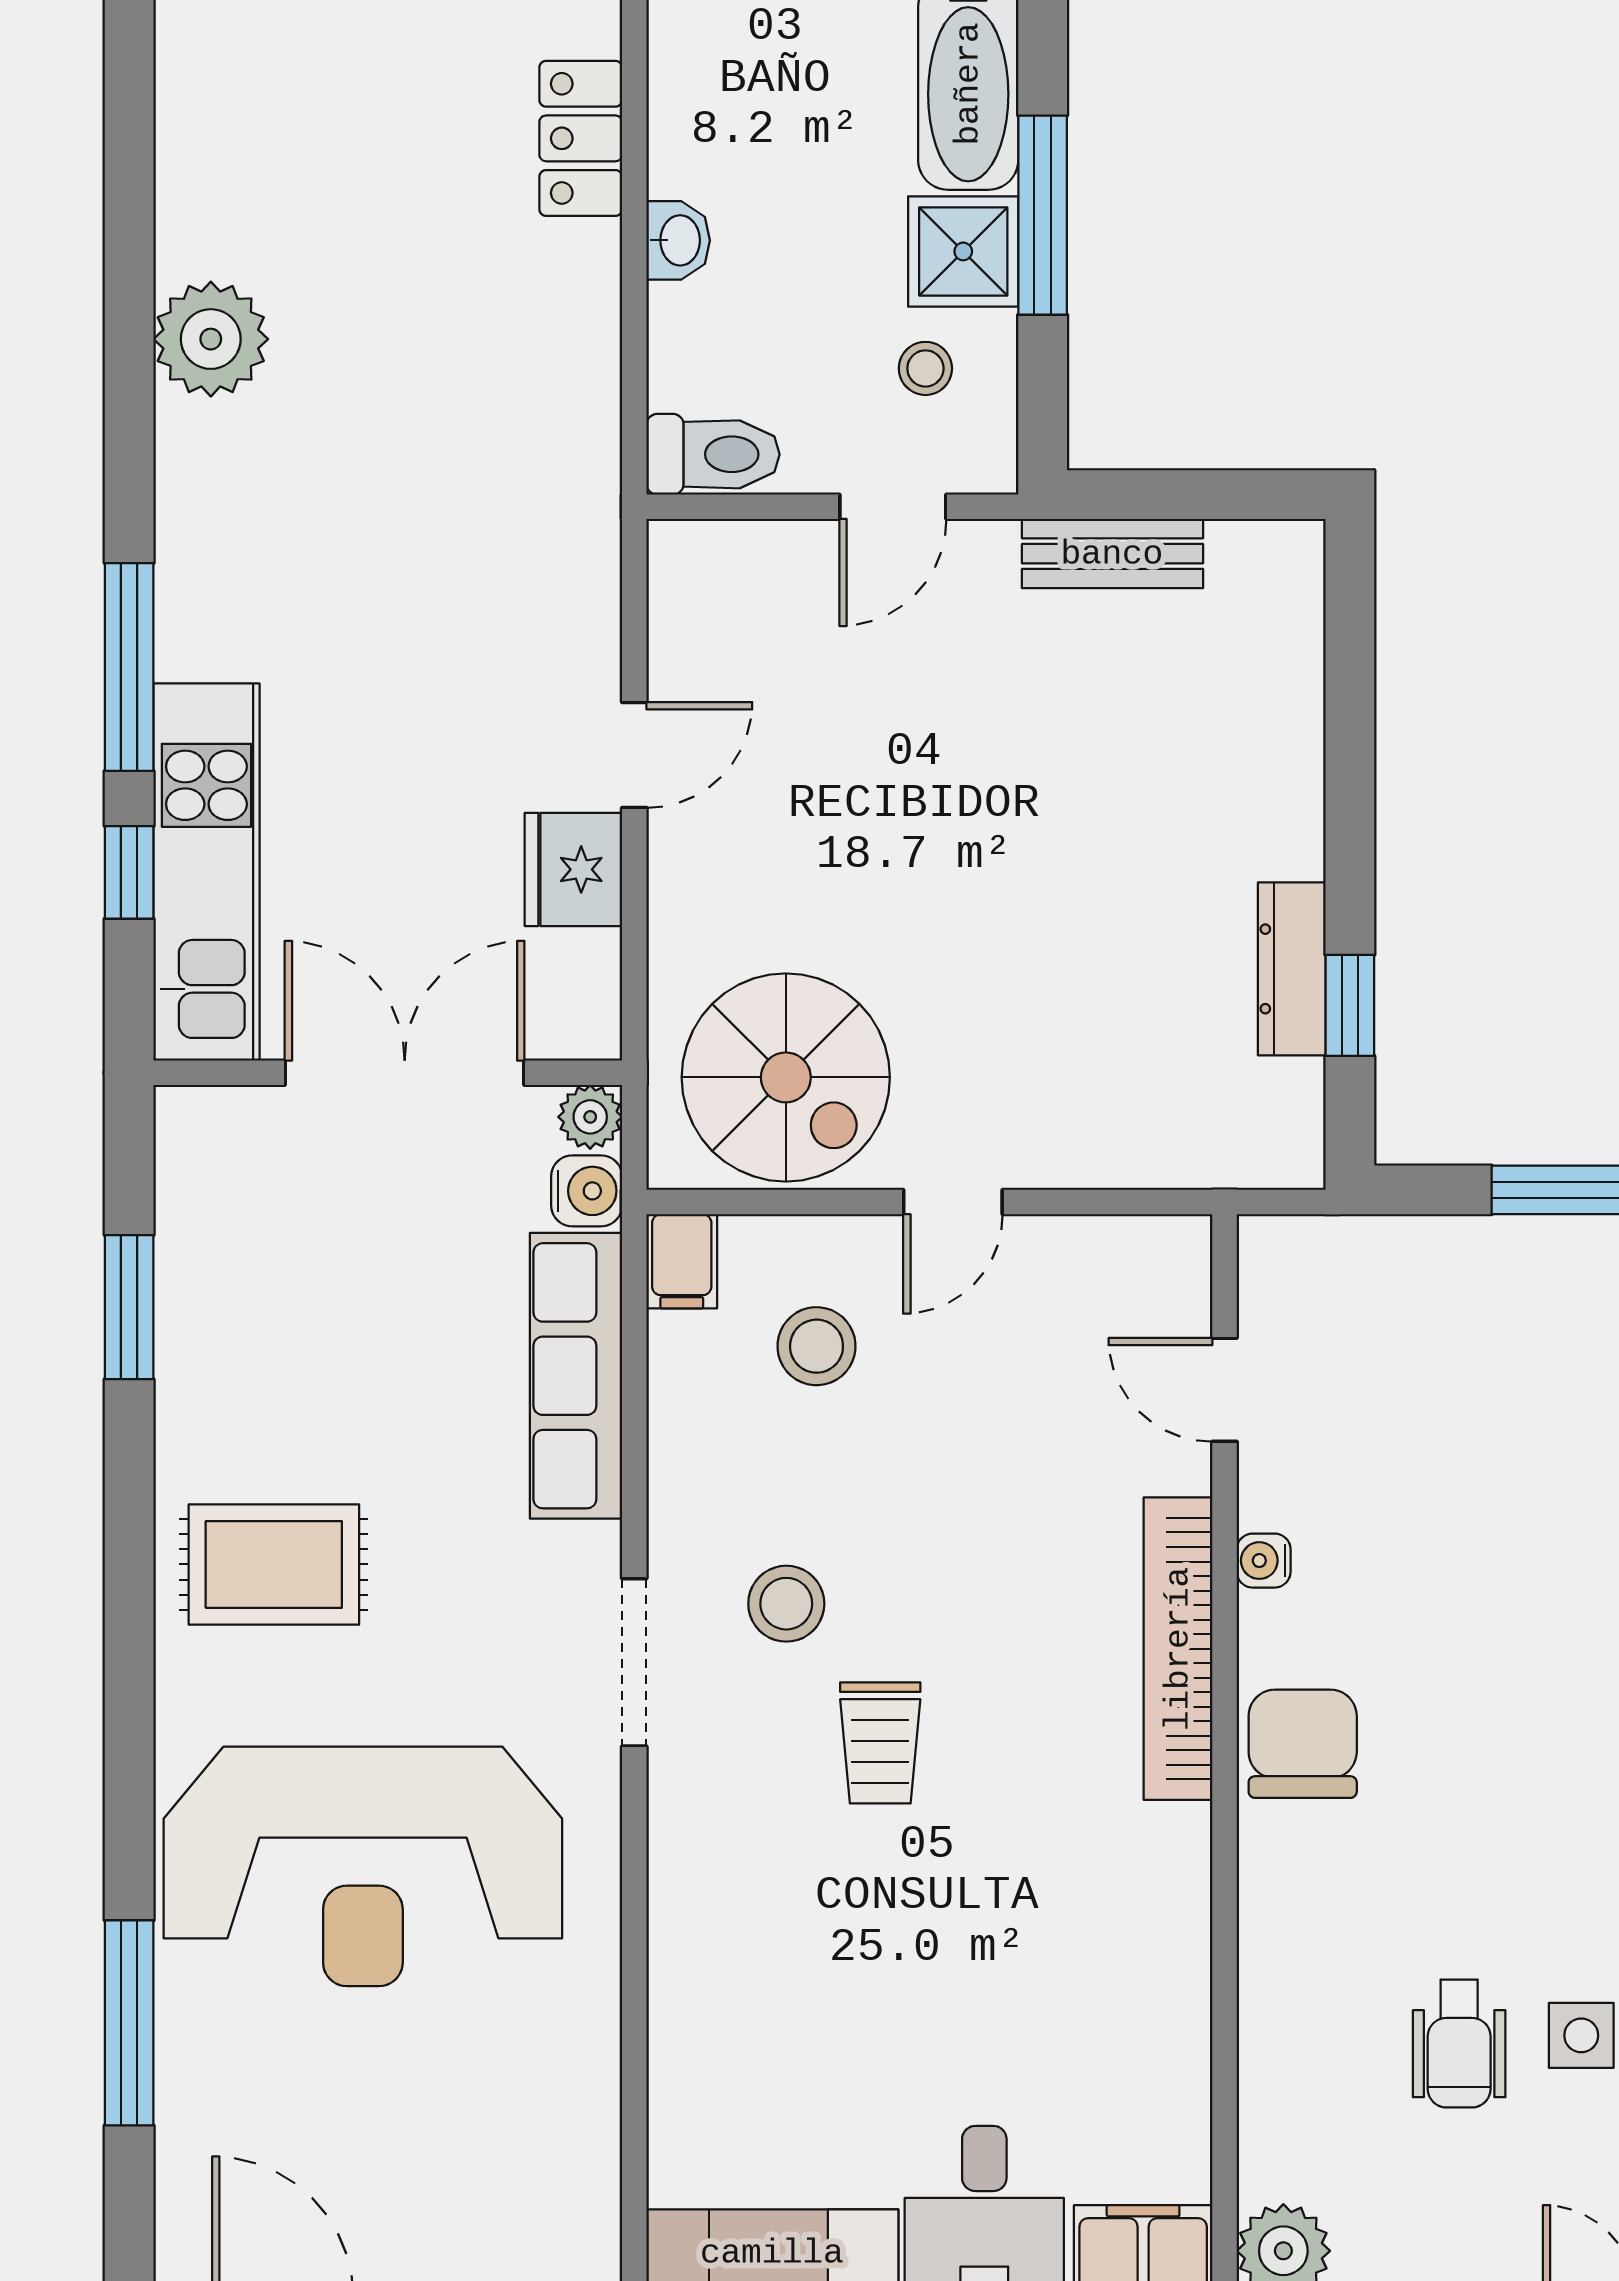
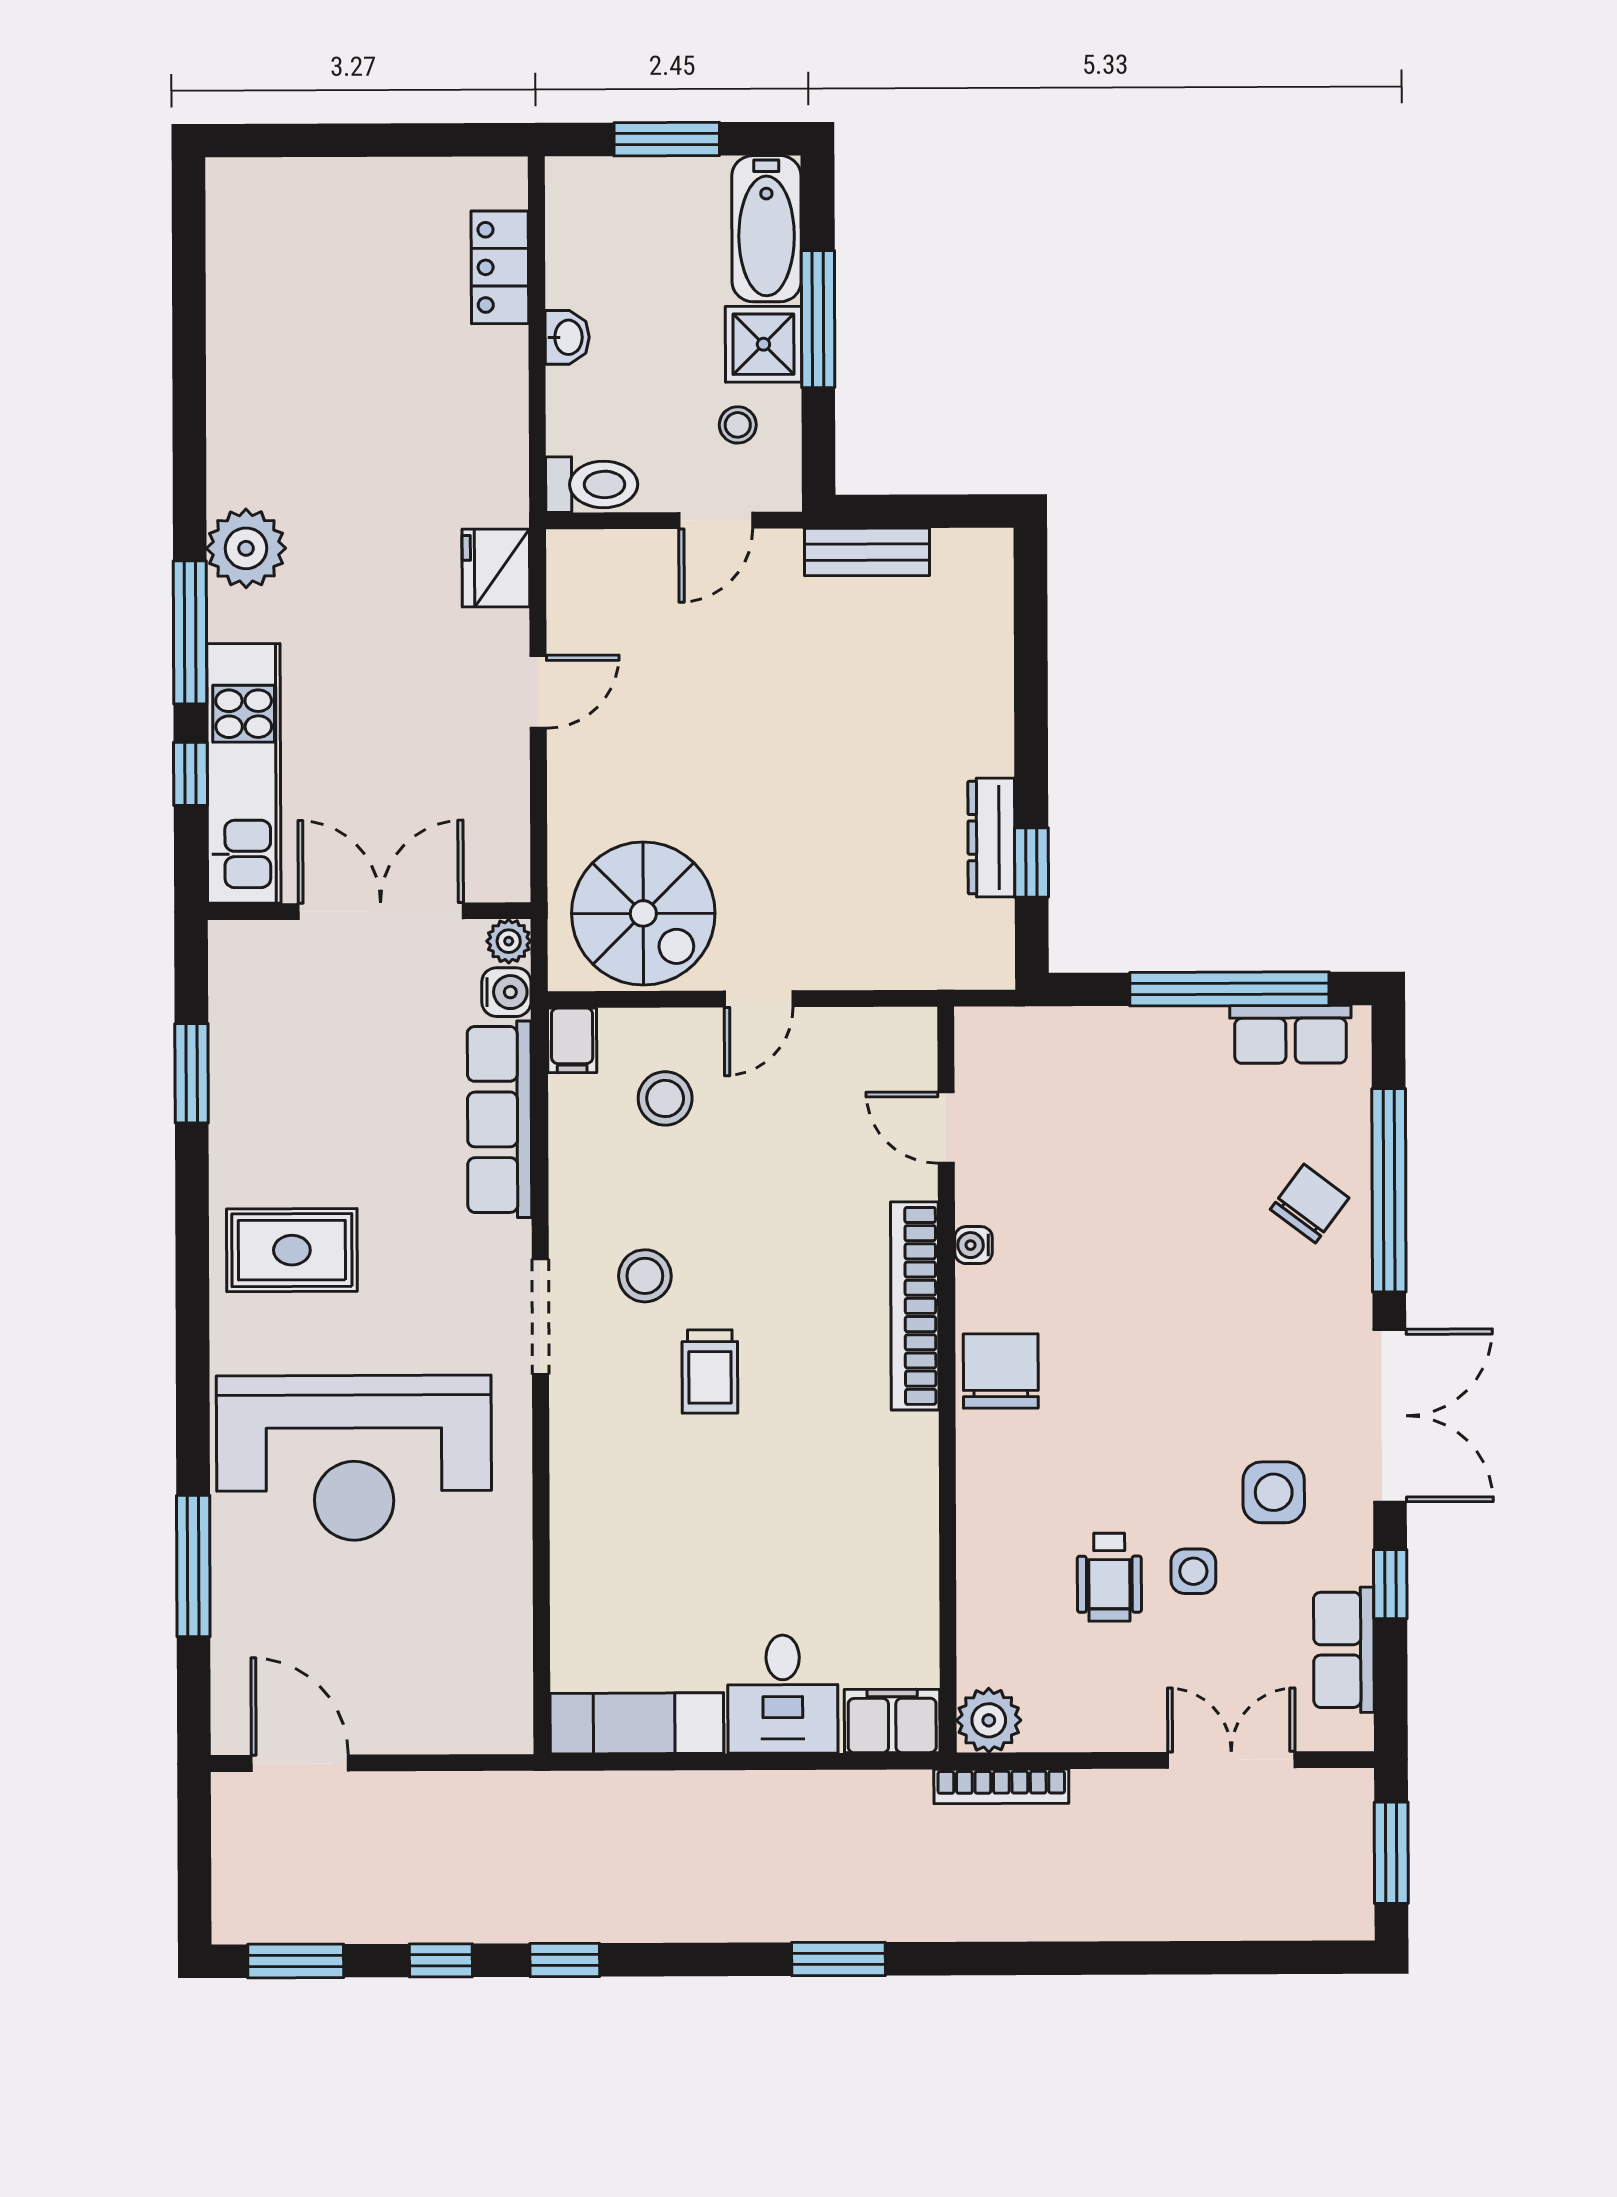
plant: (211, 339) -> (246, 548), moved
fridge: (573, 869) -> (496, 568), moved

